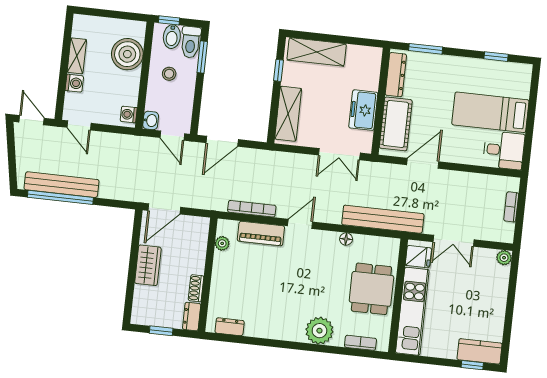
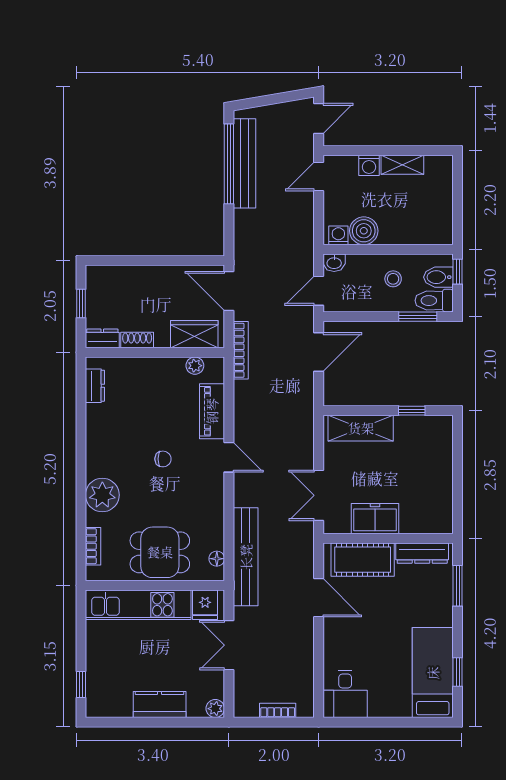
shelving: (317, 52) -> (439, 454), removed
boiler: (127, 54) -> (364, 231), moved, width x0.73, depth x0.73
bed: (490, 112) -> (433, 673), moved
door: (222, 141) -> (319, 352), swing flipped
bookcase: (252, 209) -> (241, 350), moved
floor lamp: (346, 239) -> (217, 559), moved
wardrobe: (148, 265) -> (194, 334), moved, turned 180
chair: (296, 278) -> (163, 459), added
kitchen counter: (480, 351) -> (160, 705), moved, turned -90

